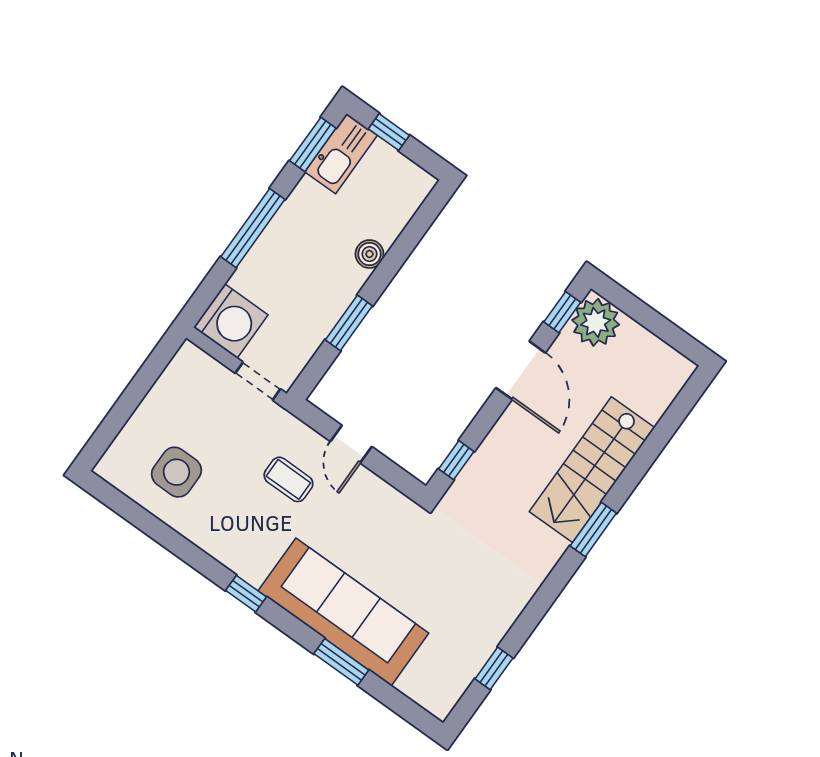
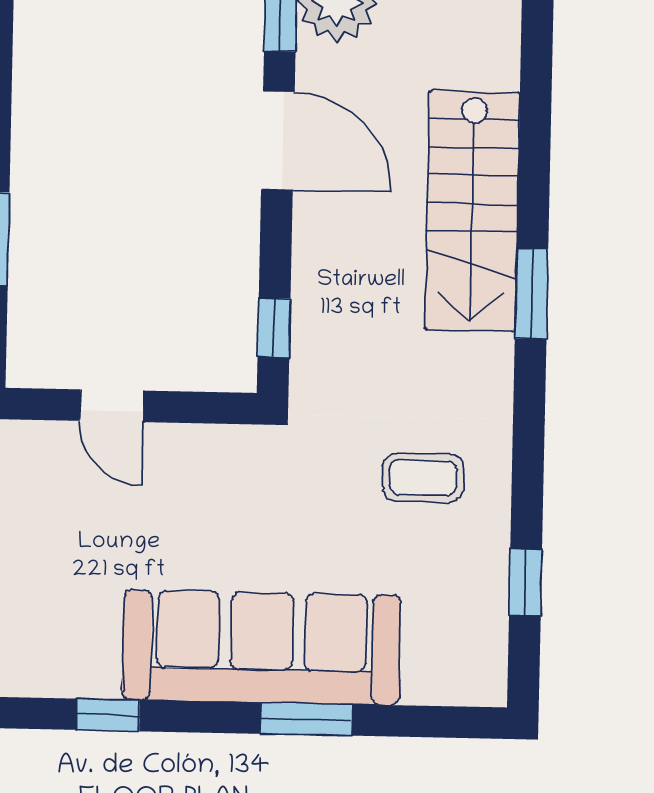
coffee table: (288, 479) -> (423, 478), moved

